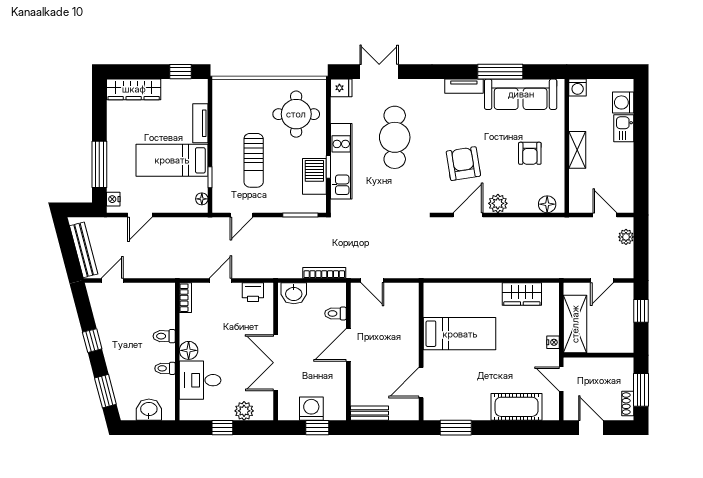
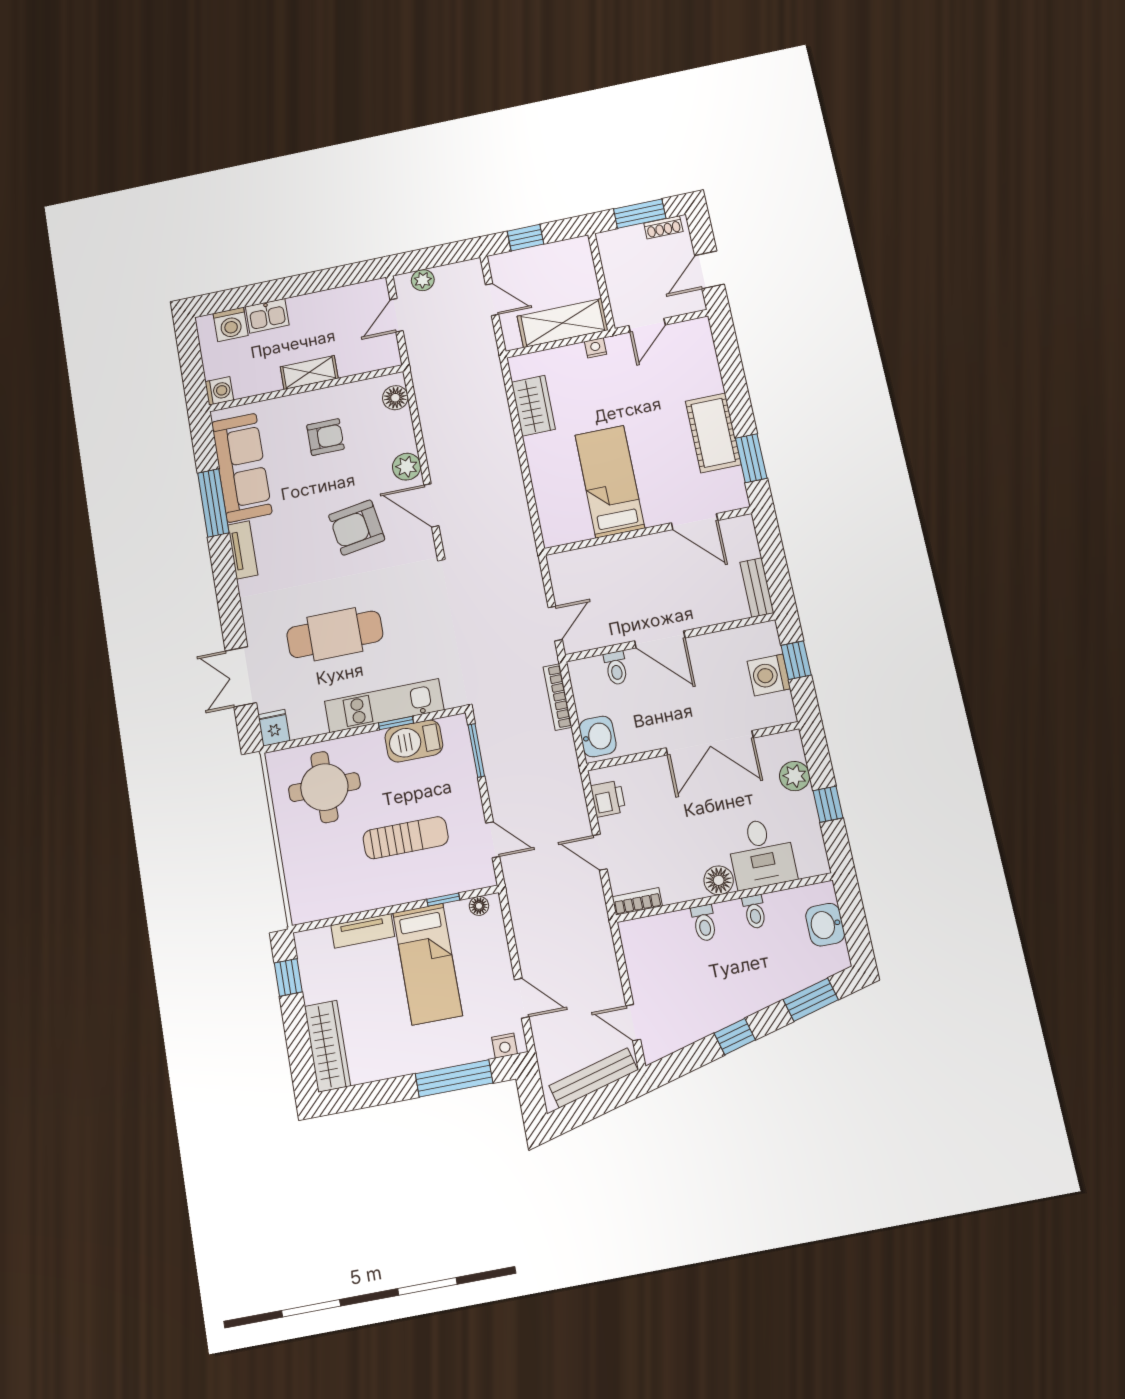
cot: (517, 407) -> (713, 433), moved

